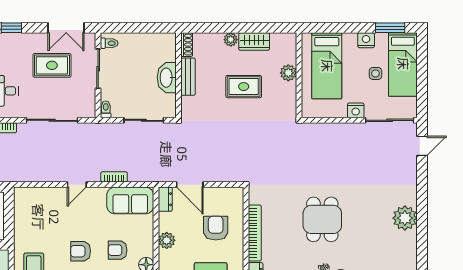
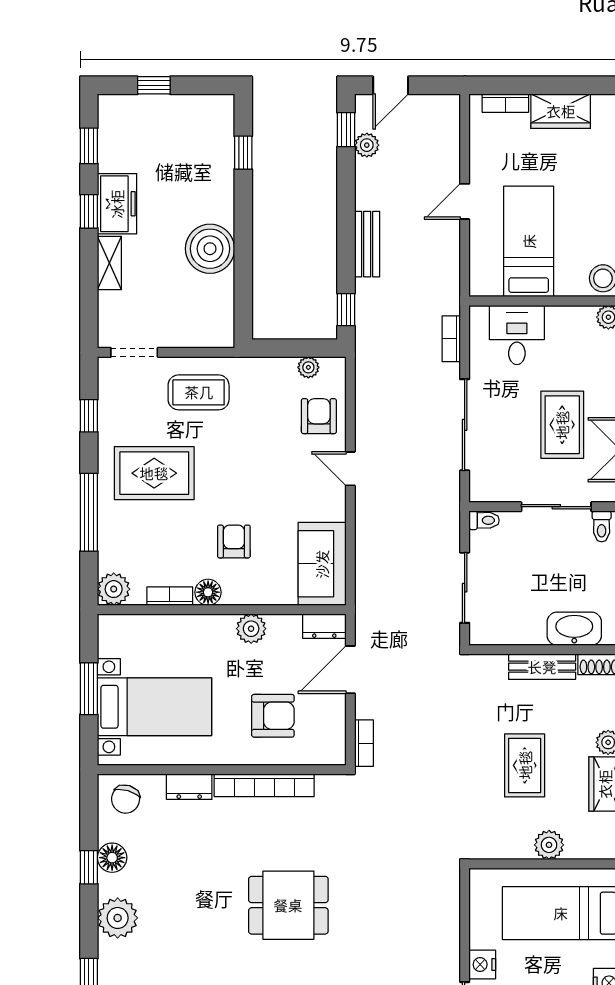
washbasin: (167, 78) -> (574, 629), moved
bookcase: (114, 177) -> (364, 743), moved
plant: (20, 208) -> (308, 367), added
armchair: (81, 251) -> (319, 416), moved

